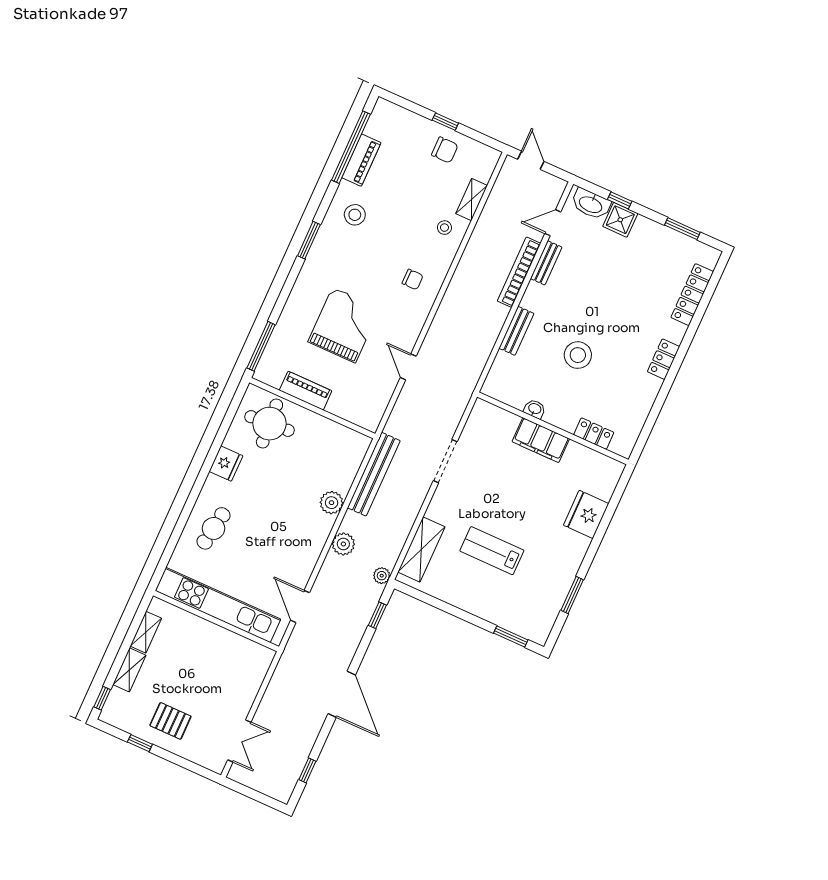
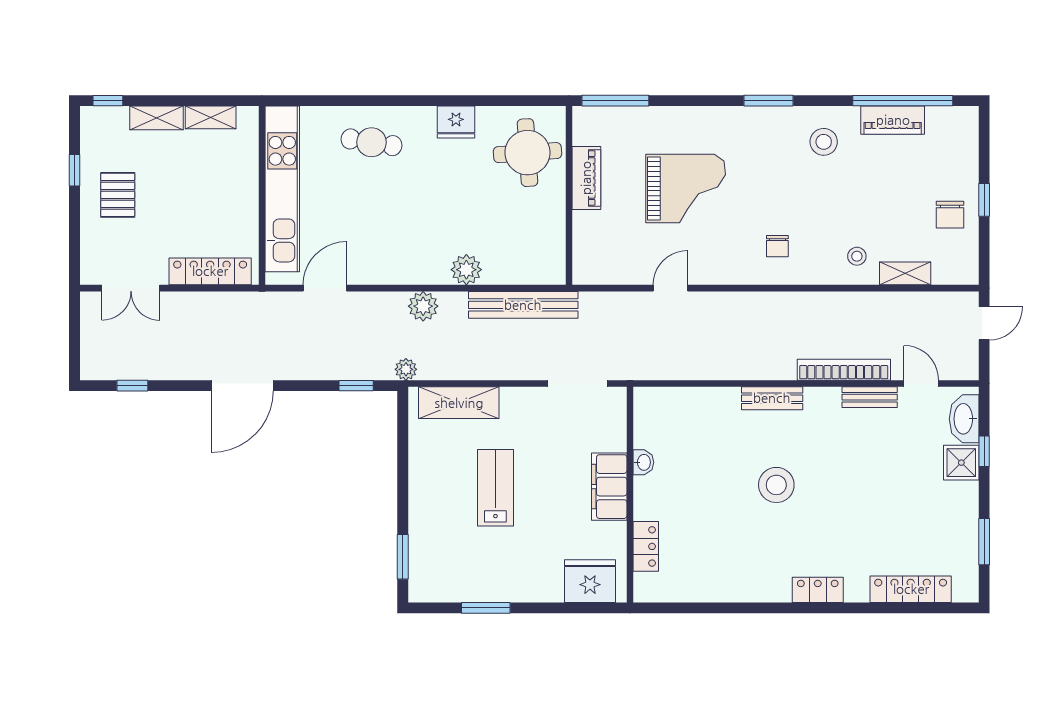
washbasin: (535, 409) -> (643, 462), moved
wall: (553, 428) -> (630, 495), moved
locker: (594, 434) -> (646, 546), moved
filing cabinet: (541, 440) -> (609, 487), moved
locker: (252, 681) -> (210, 271), added

